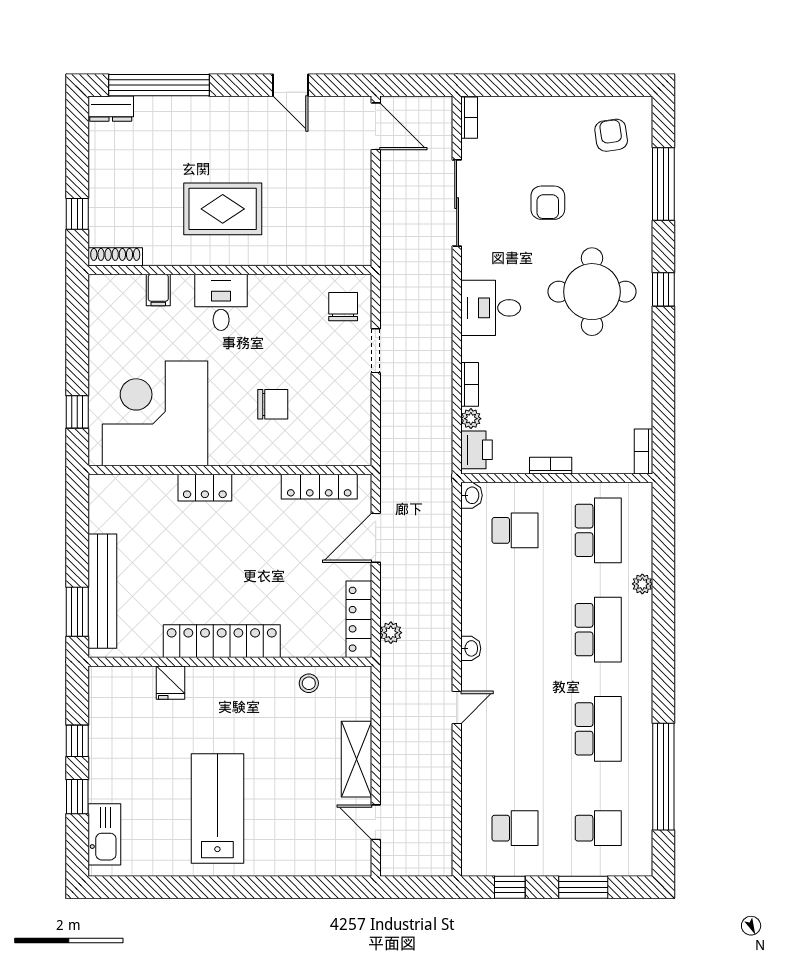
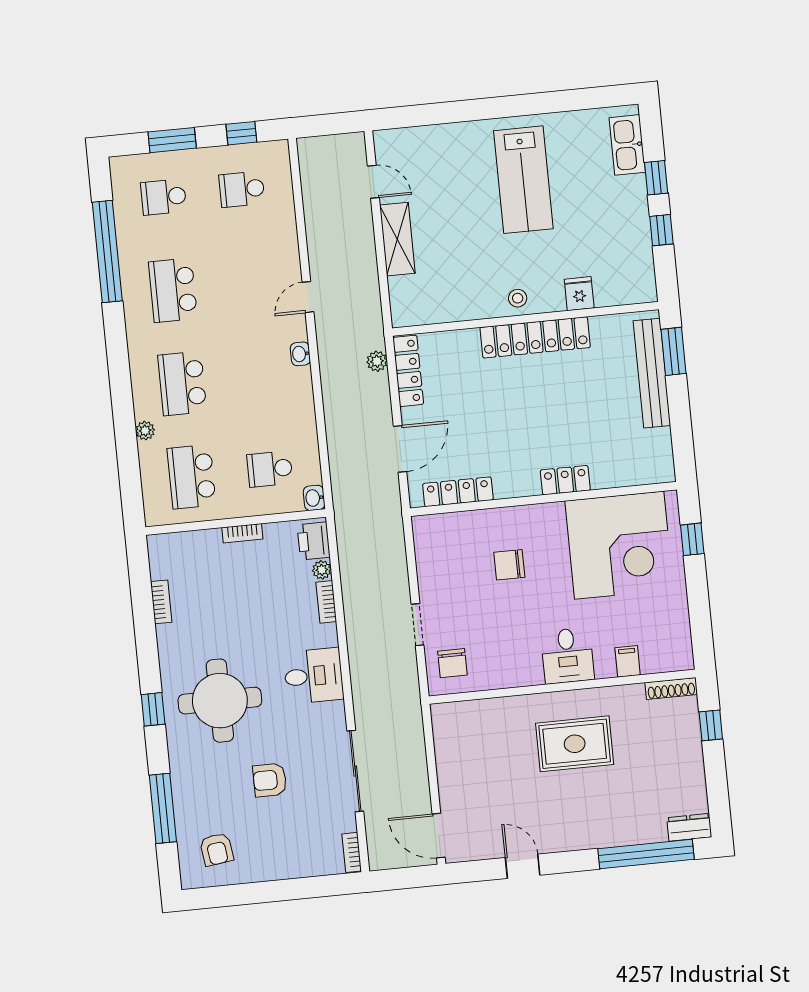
armchair: (548, 203) -> (270, 780), turned -90
bookcase: (643, 451) -> (161, 602), moved
stool: (309, 683) -> (518, 298), moved

